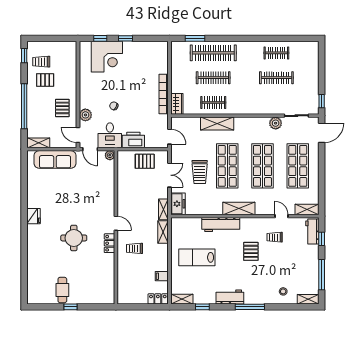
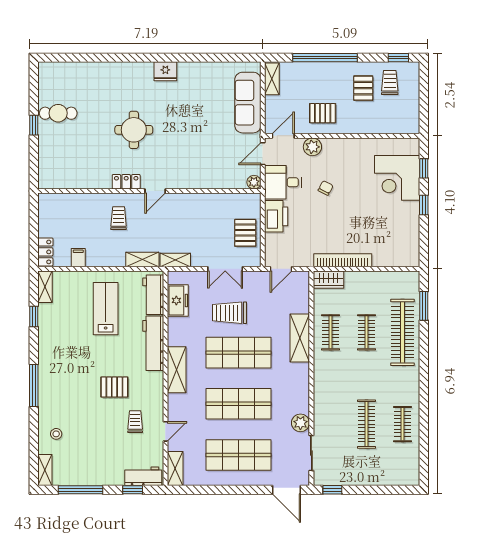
clothes rail: (213, 78) -> (366, 332), width x0.73
freezer: (178, 204) -> (178, 300), moved, turned -90
workbench: (230, 297) -> (153, 295), moved, turned 180

